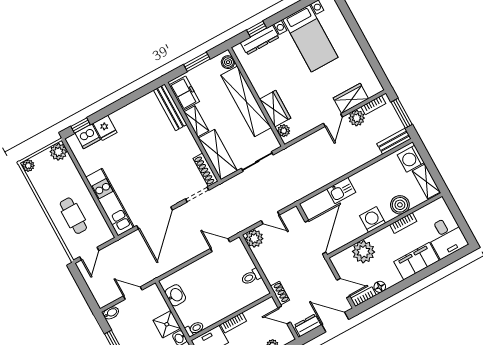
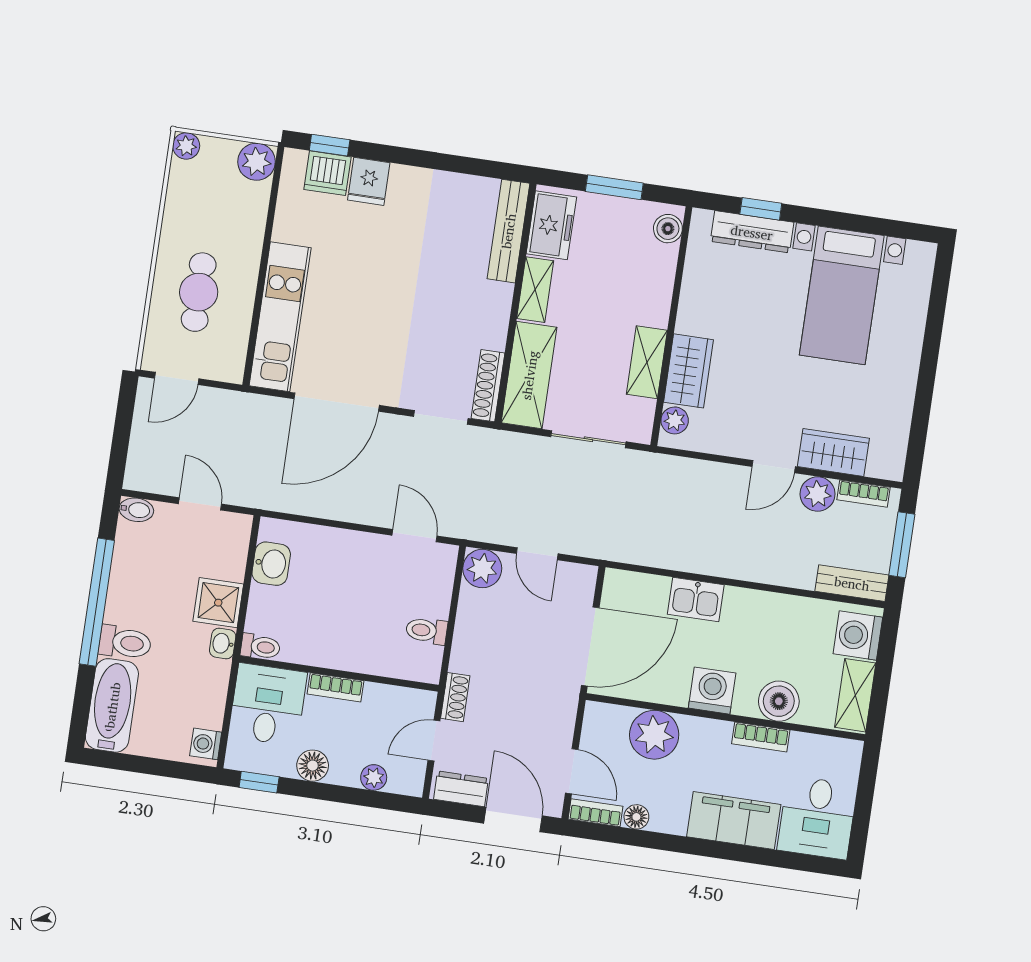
shelving: (246, 101) -> (647, 362), width x0.45, depth x0.75
door: (284, 315) -> (434, 741), hinge flipped

